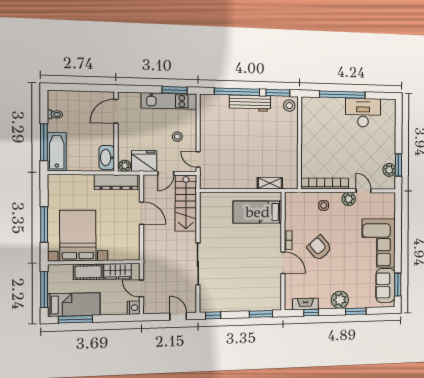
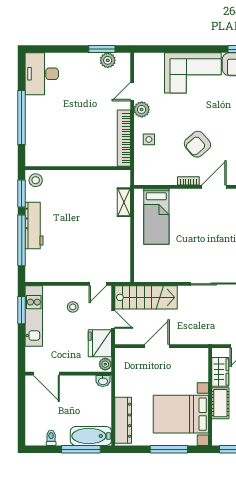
desk: (363, 113) -> (42, 74), moved
washbasin: (107, 158) -> (103, 381), width x0.52, depth x0.69
dresser: (116, 182) -> (123, 420), moved

